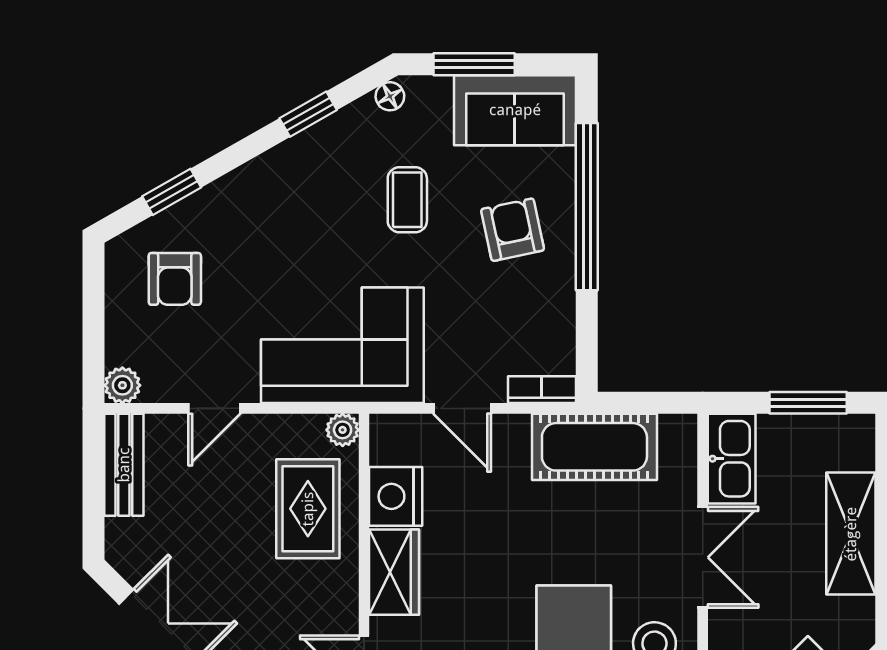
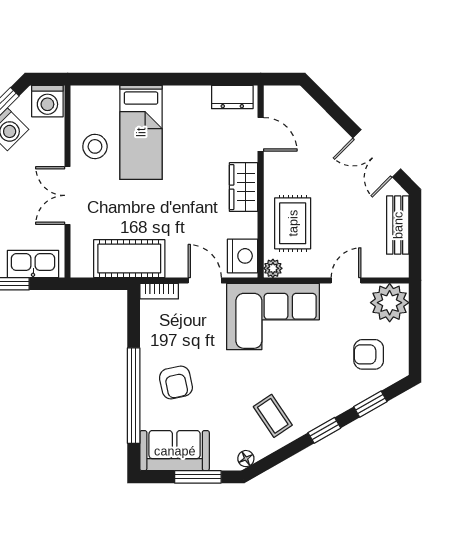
window: (308, 114) -> (324, 430), moved
coffee table: (407, 200) -> (273, 416), moved, turned -34
armchair: (175, 279) -> (369, 354), turned -90
plant: (122, 385) -> (390, 303), width x1.88, depth x1.88
kitchen sink: (732, 459) -> (33, 264), moved, turned 90
bench: (124, 465) -> (398, 225), moved
nightstand: (396, 496) -> (243, 256), moved

